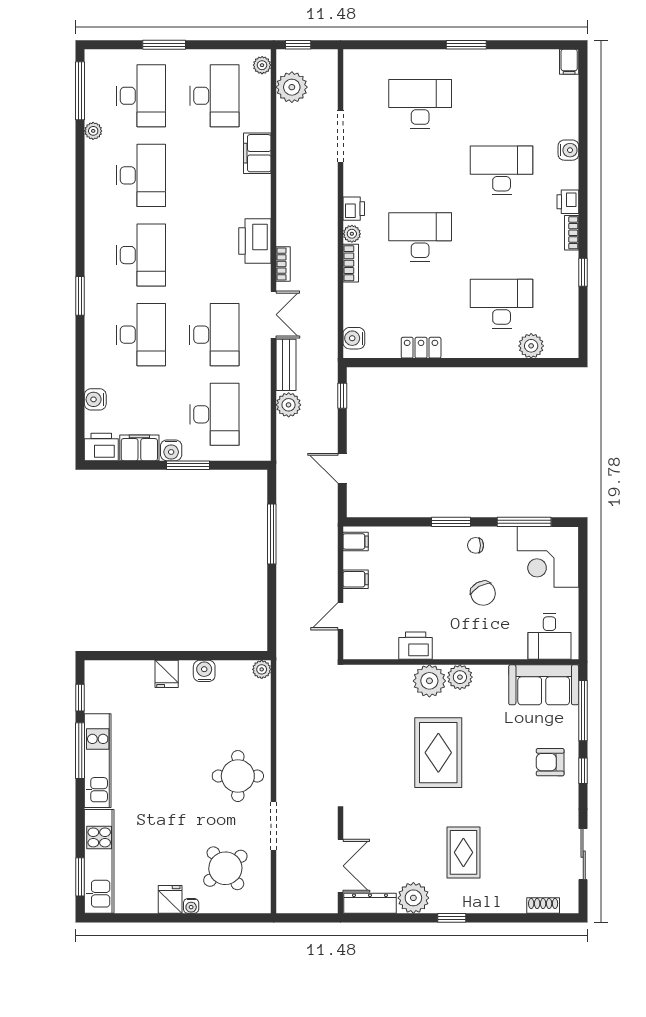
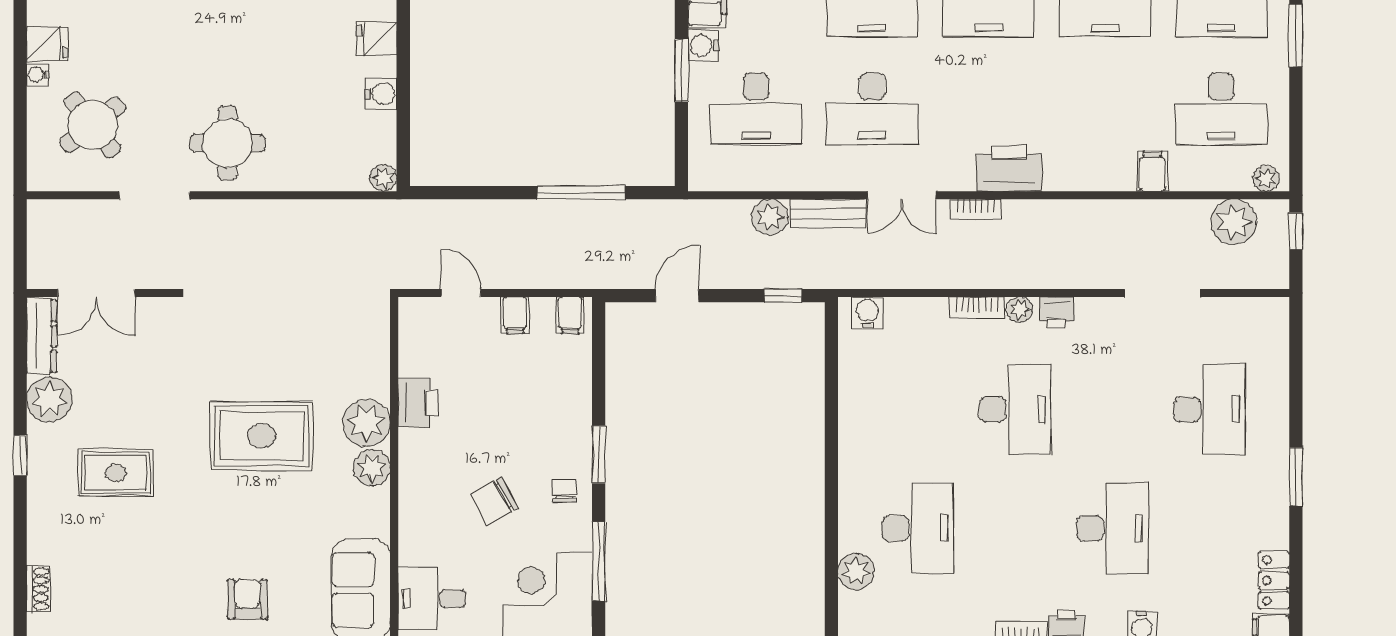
filing cabinet: (257, 153) -> (1152, 171), width x0.50
locker: (421, 348) -> (1274, 580), moved, turned 180

